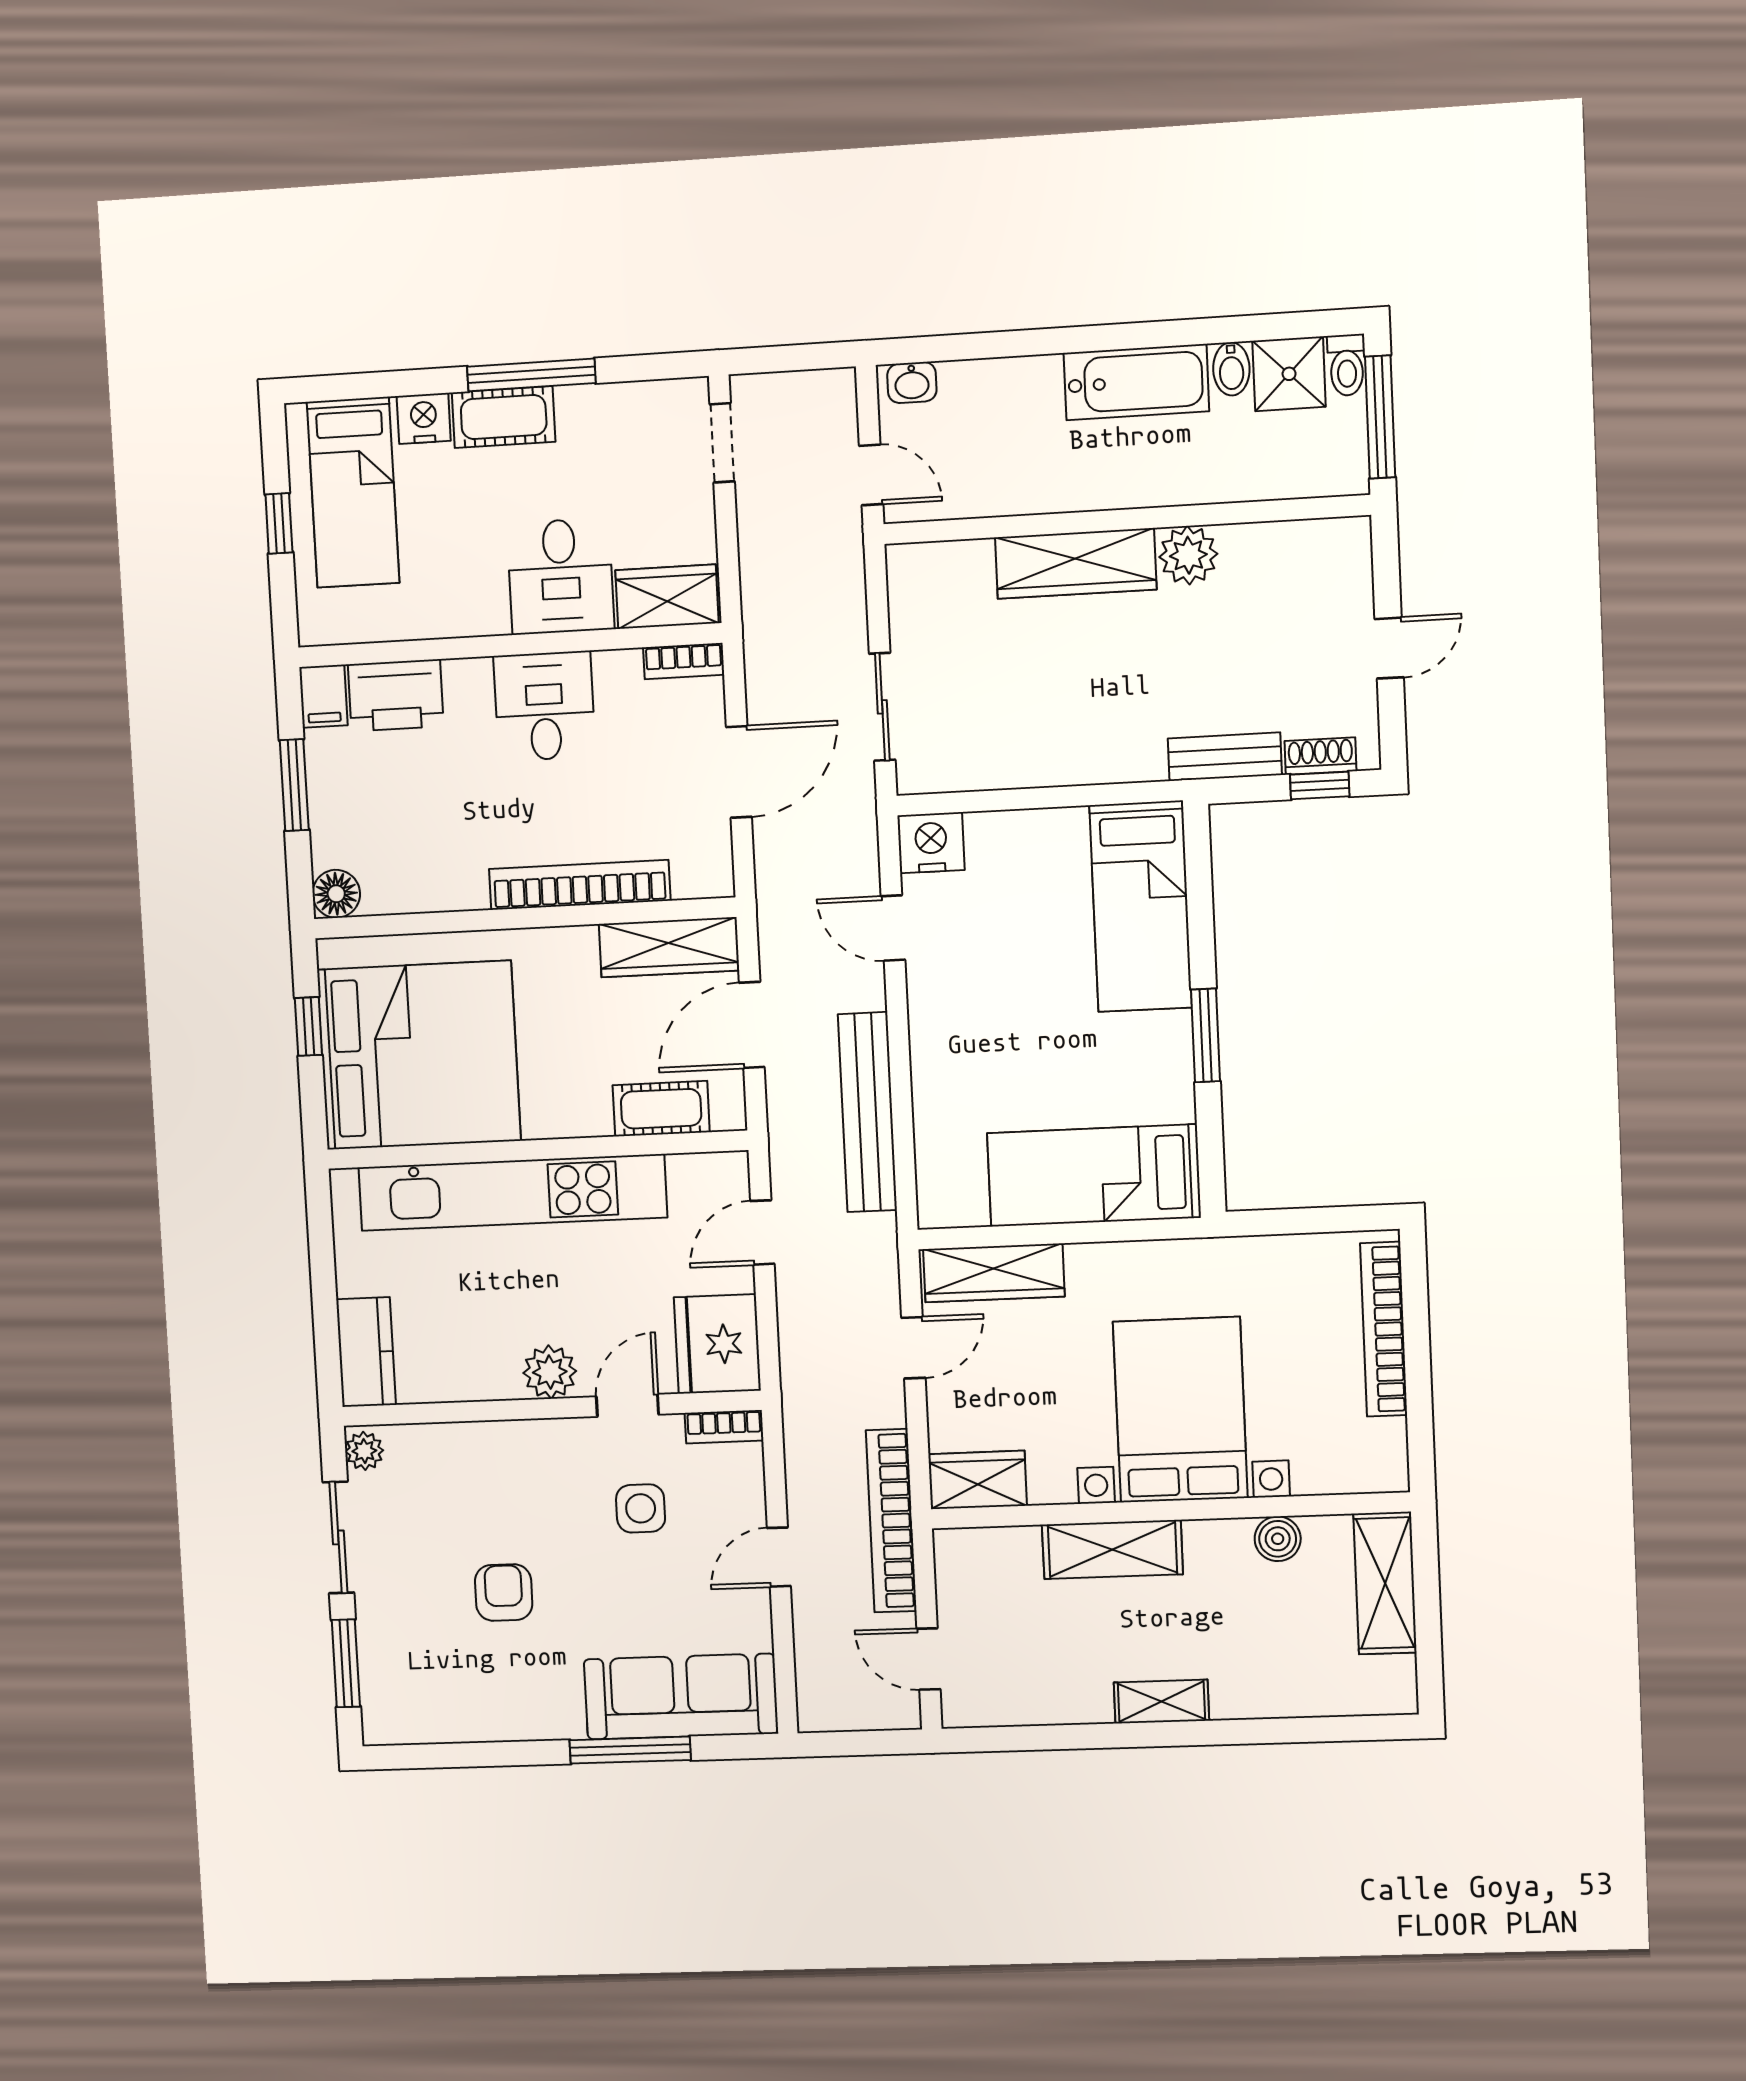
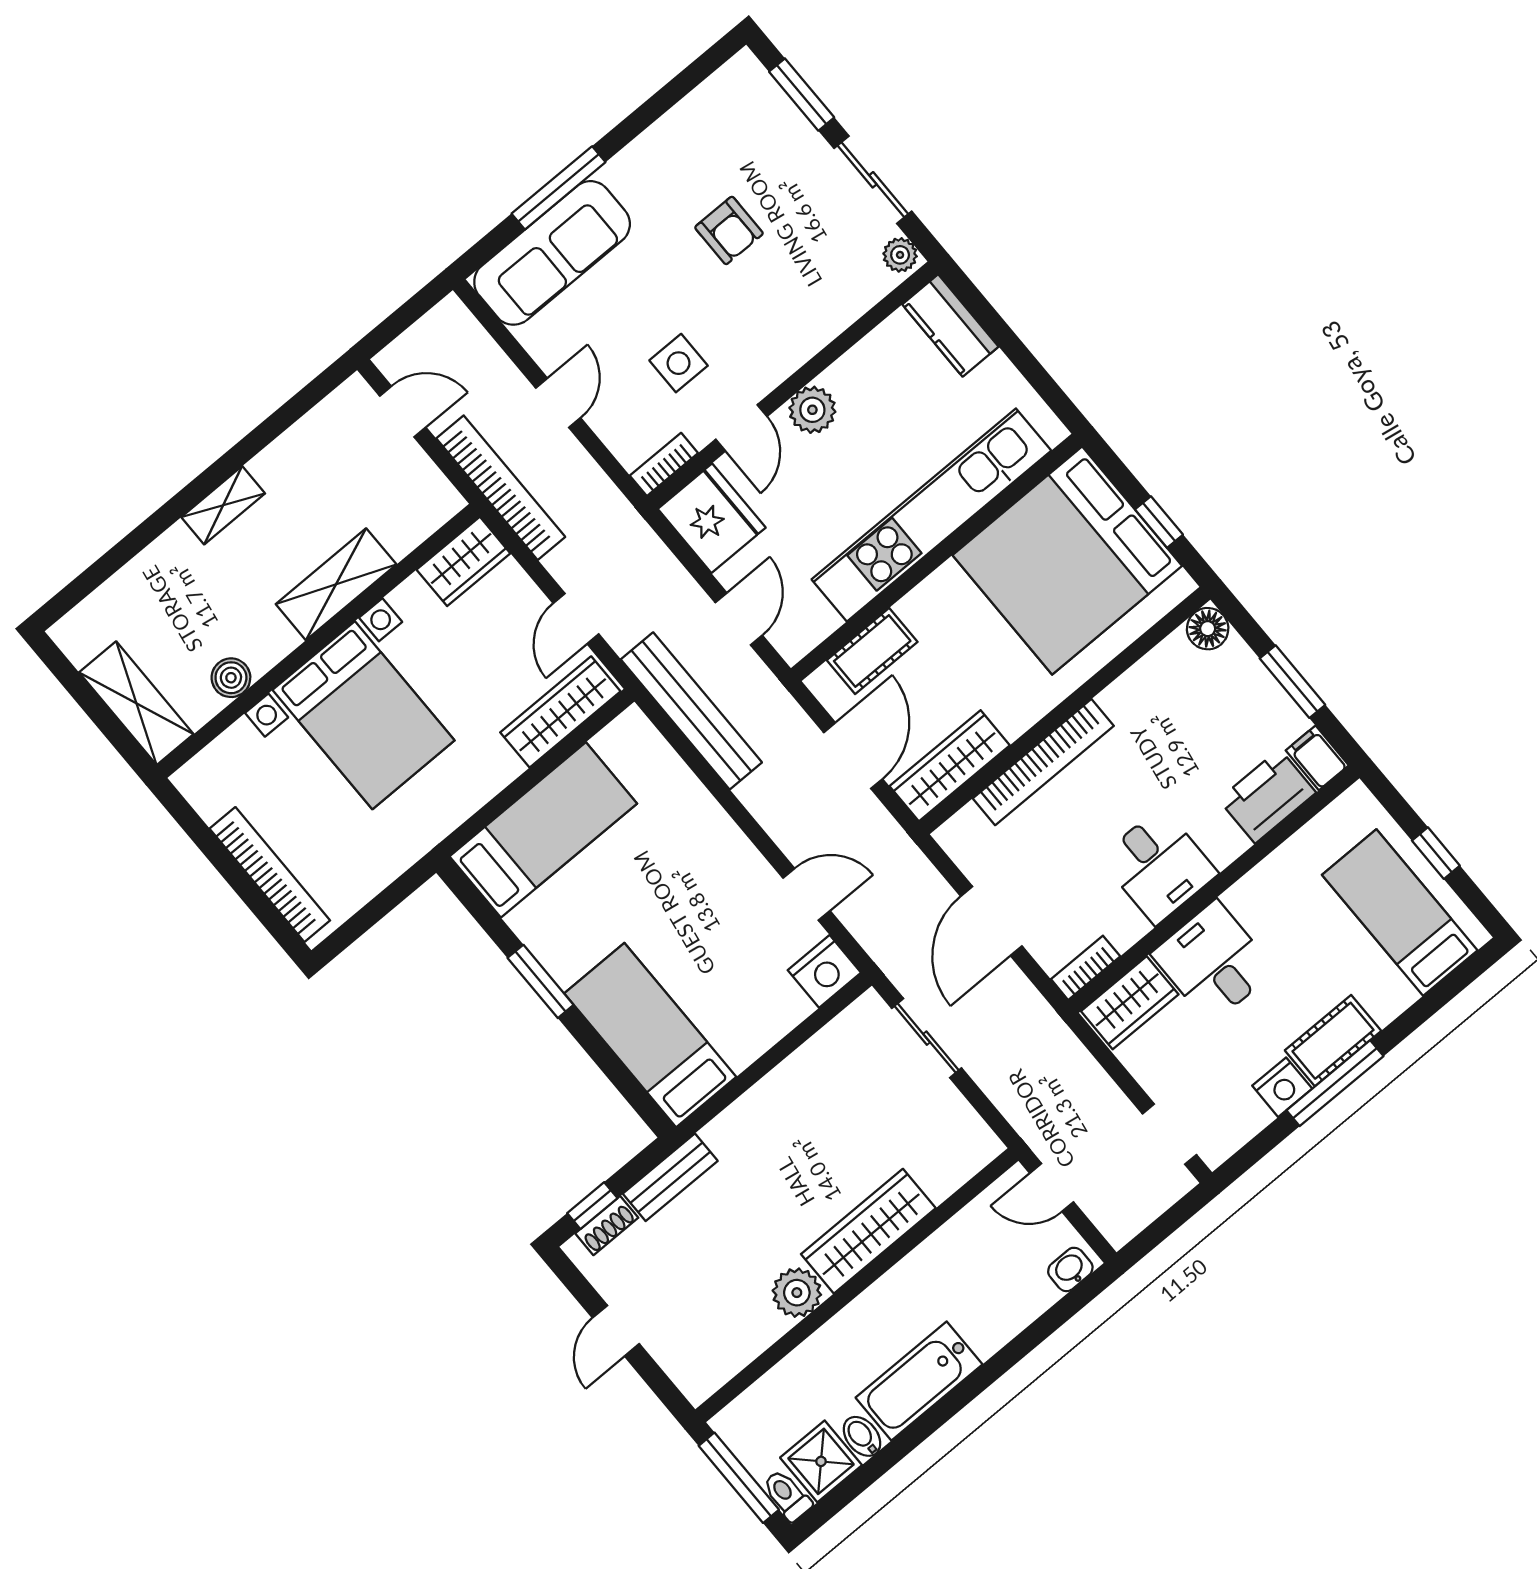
nightstand: (424, 418) -> (1282, 1087), moved
bench: (867, 1112) -> (691, 711), moved

